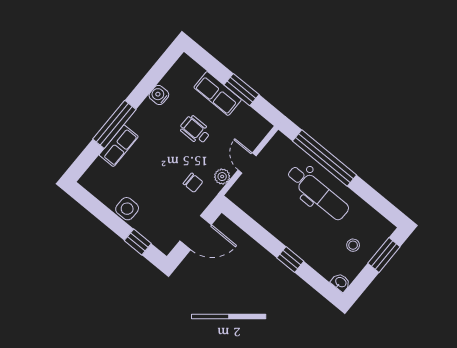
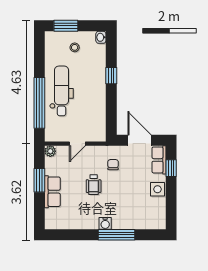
water cooler: (159, 95) -> (105, 223), moved
wheelchair: (195, 130) -> (94, 185), moved
row of seats: (119, 146) -> (159, 160), moved, turned -90
plant: (222, 177) -> (50, 151), moved

